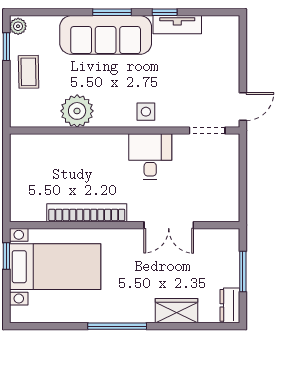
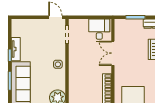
desk: (150, 157) -> (99, 30), moved, turned 90
double door: (169, 225) -> (113, 53), swing flipped

